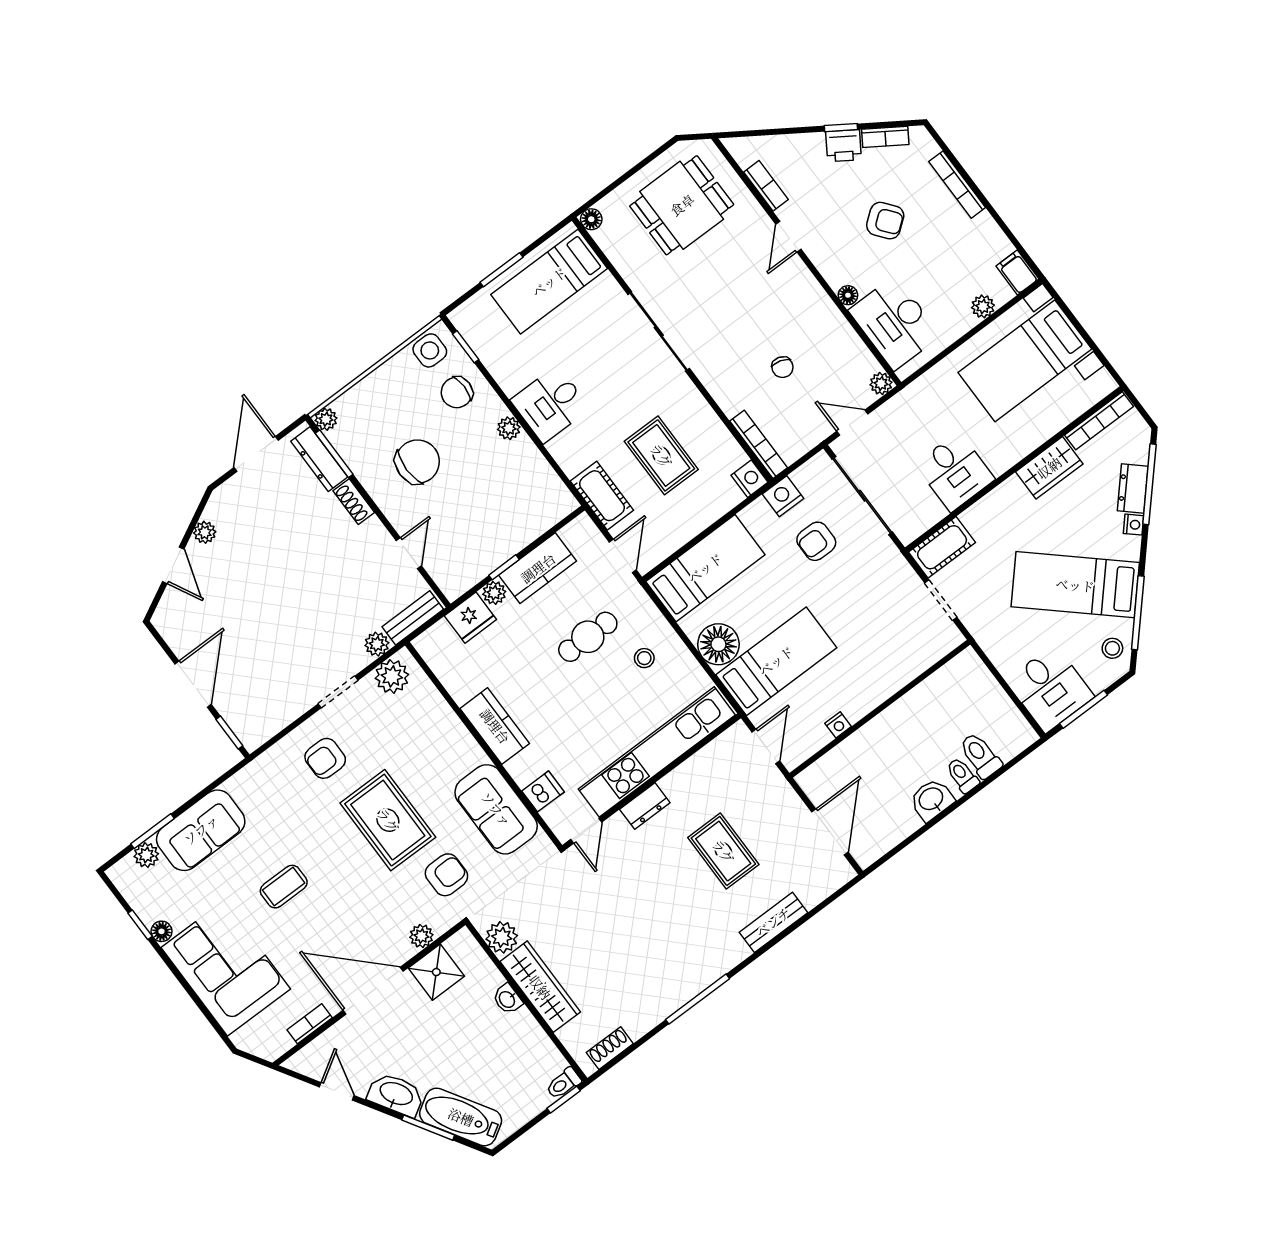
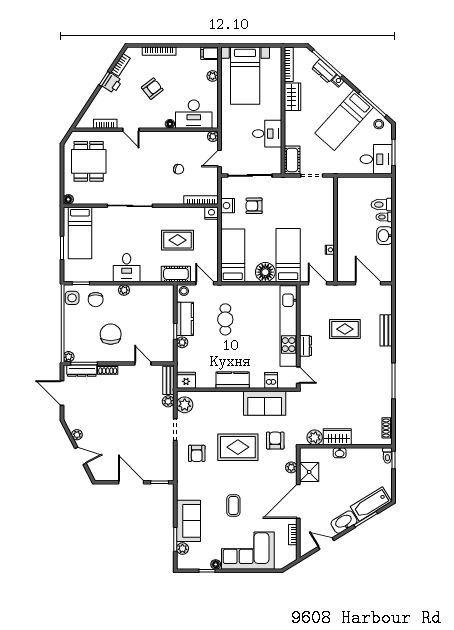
armchair: (816, 541) -> (254, 206), turned 90
fridge: (470, 618) -> (186, 380), moved, turned -90
stool: (644, 658) -> (184, 291), moved
wardrobe: (540, 987) -> (337, 437), width x0.67

